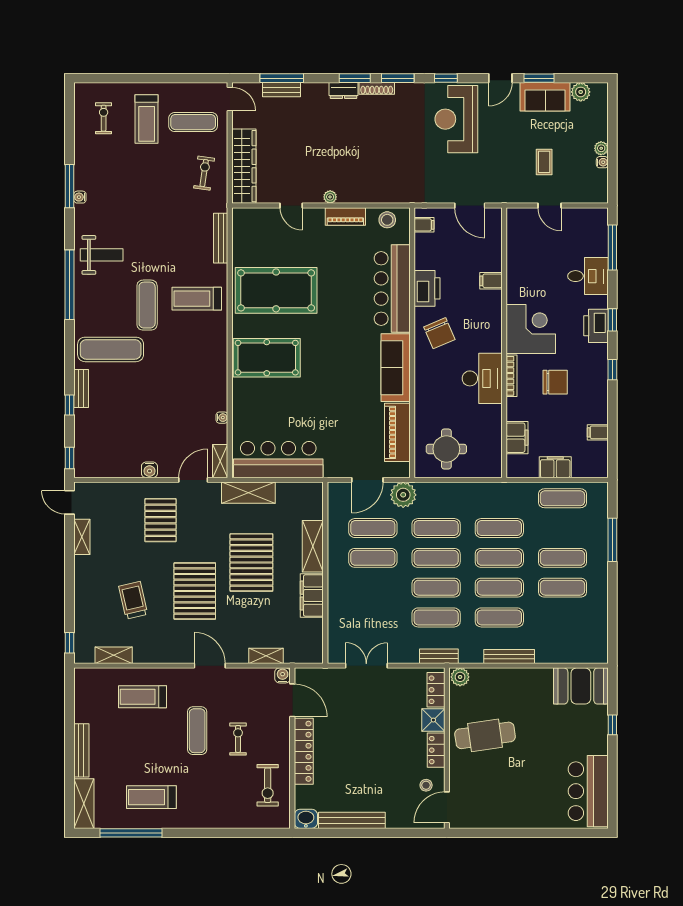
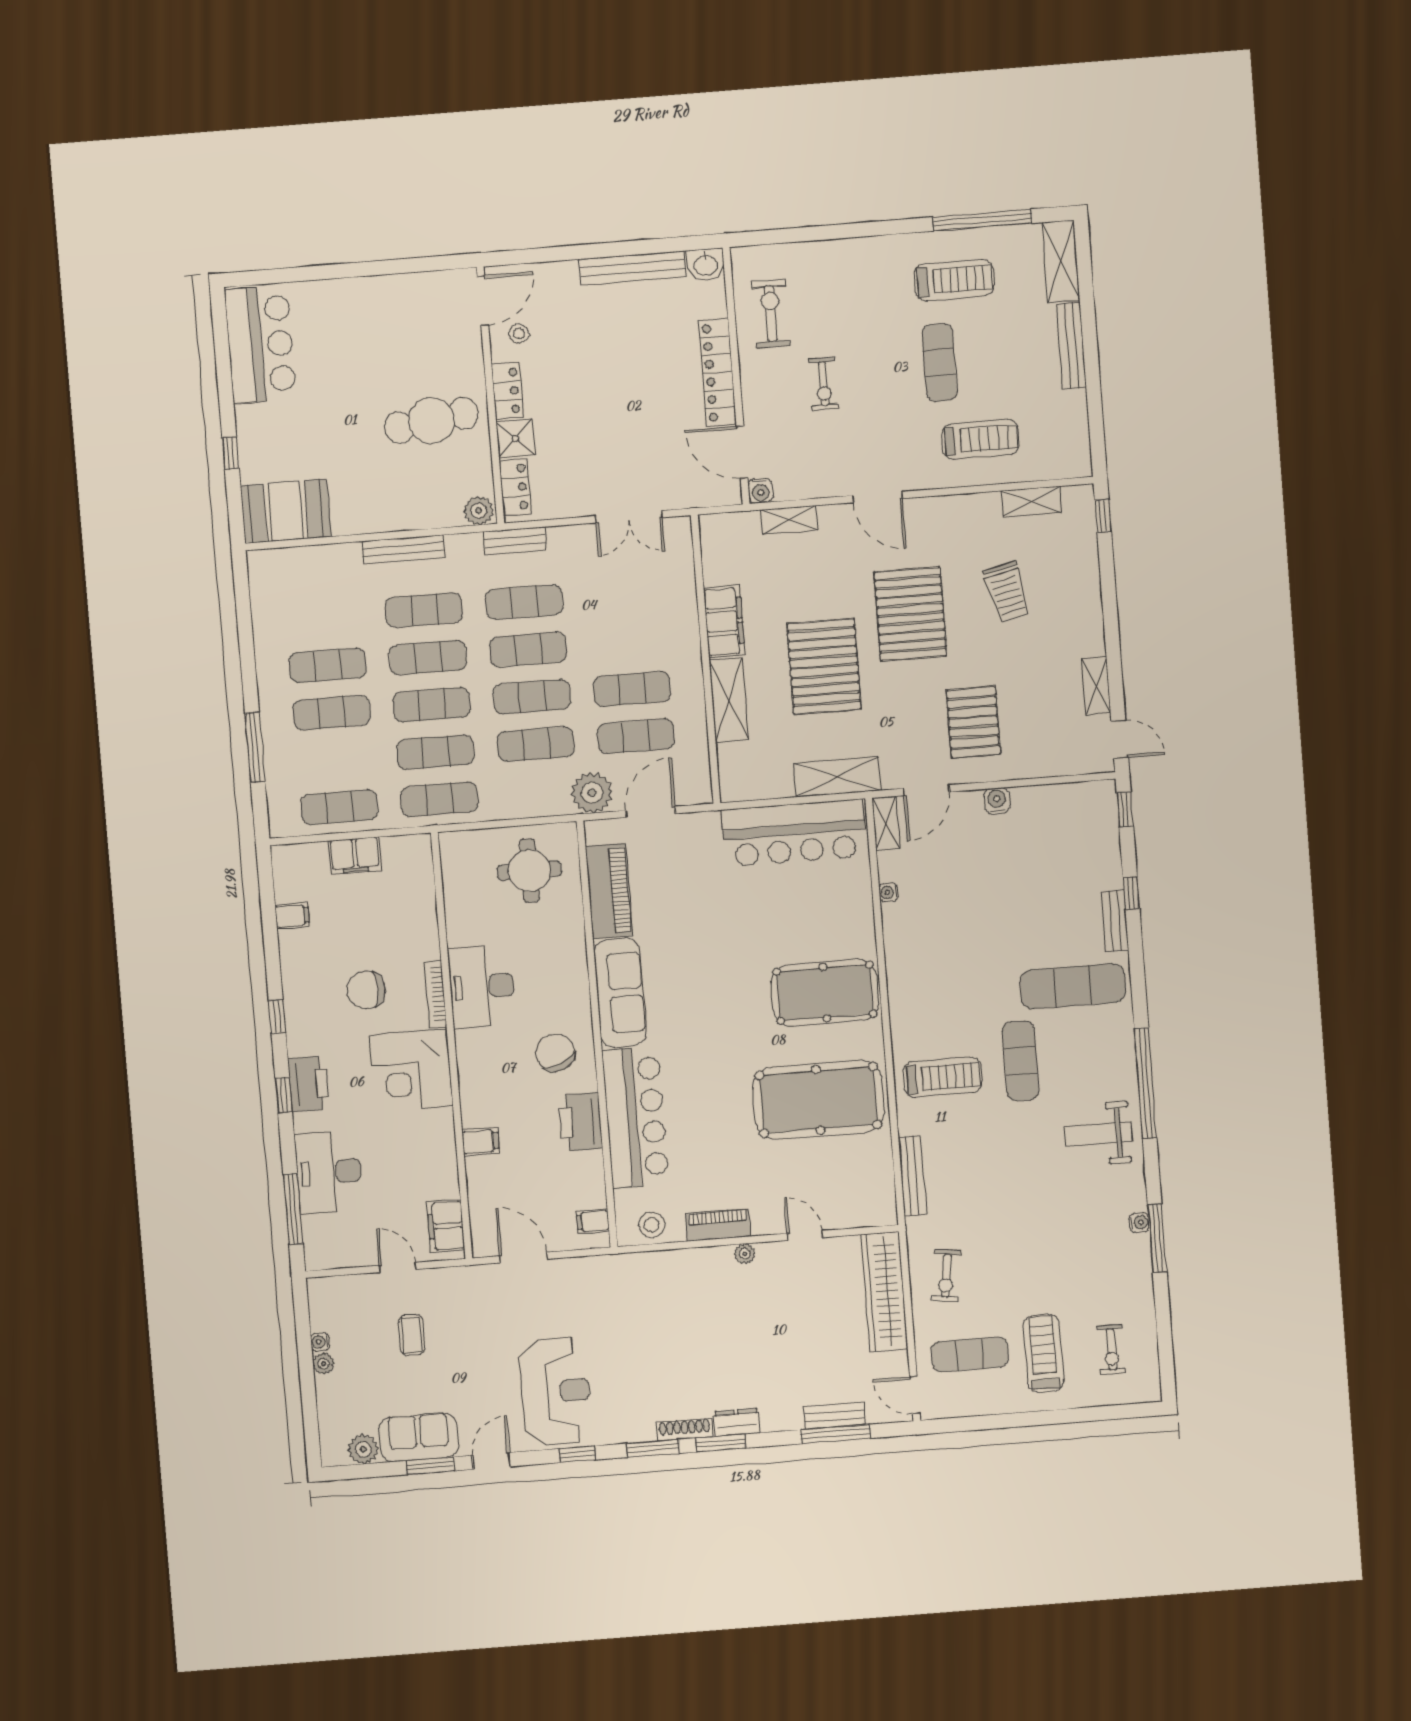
desk: (588, 276) -> (329, 1172), width x1.37
filing cabinet: (517, 438) -> (446, 1226), moved
exercise mat: (499, 498) -> (439, 799), added
exercise mat: (197, 731) -> (939, 362), moved

